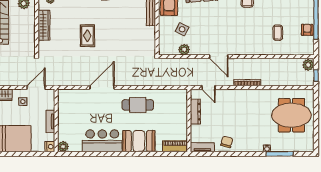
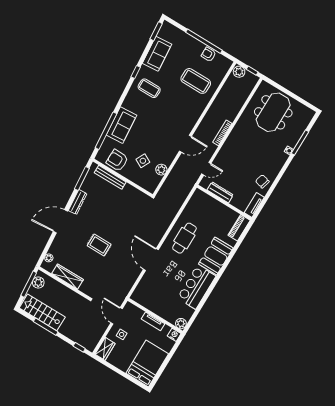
coffee table: (278, 33) -> (196, 81), width x1.86, depth x1.72

